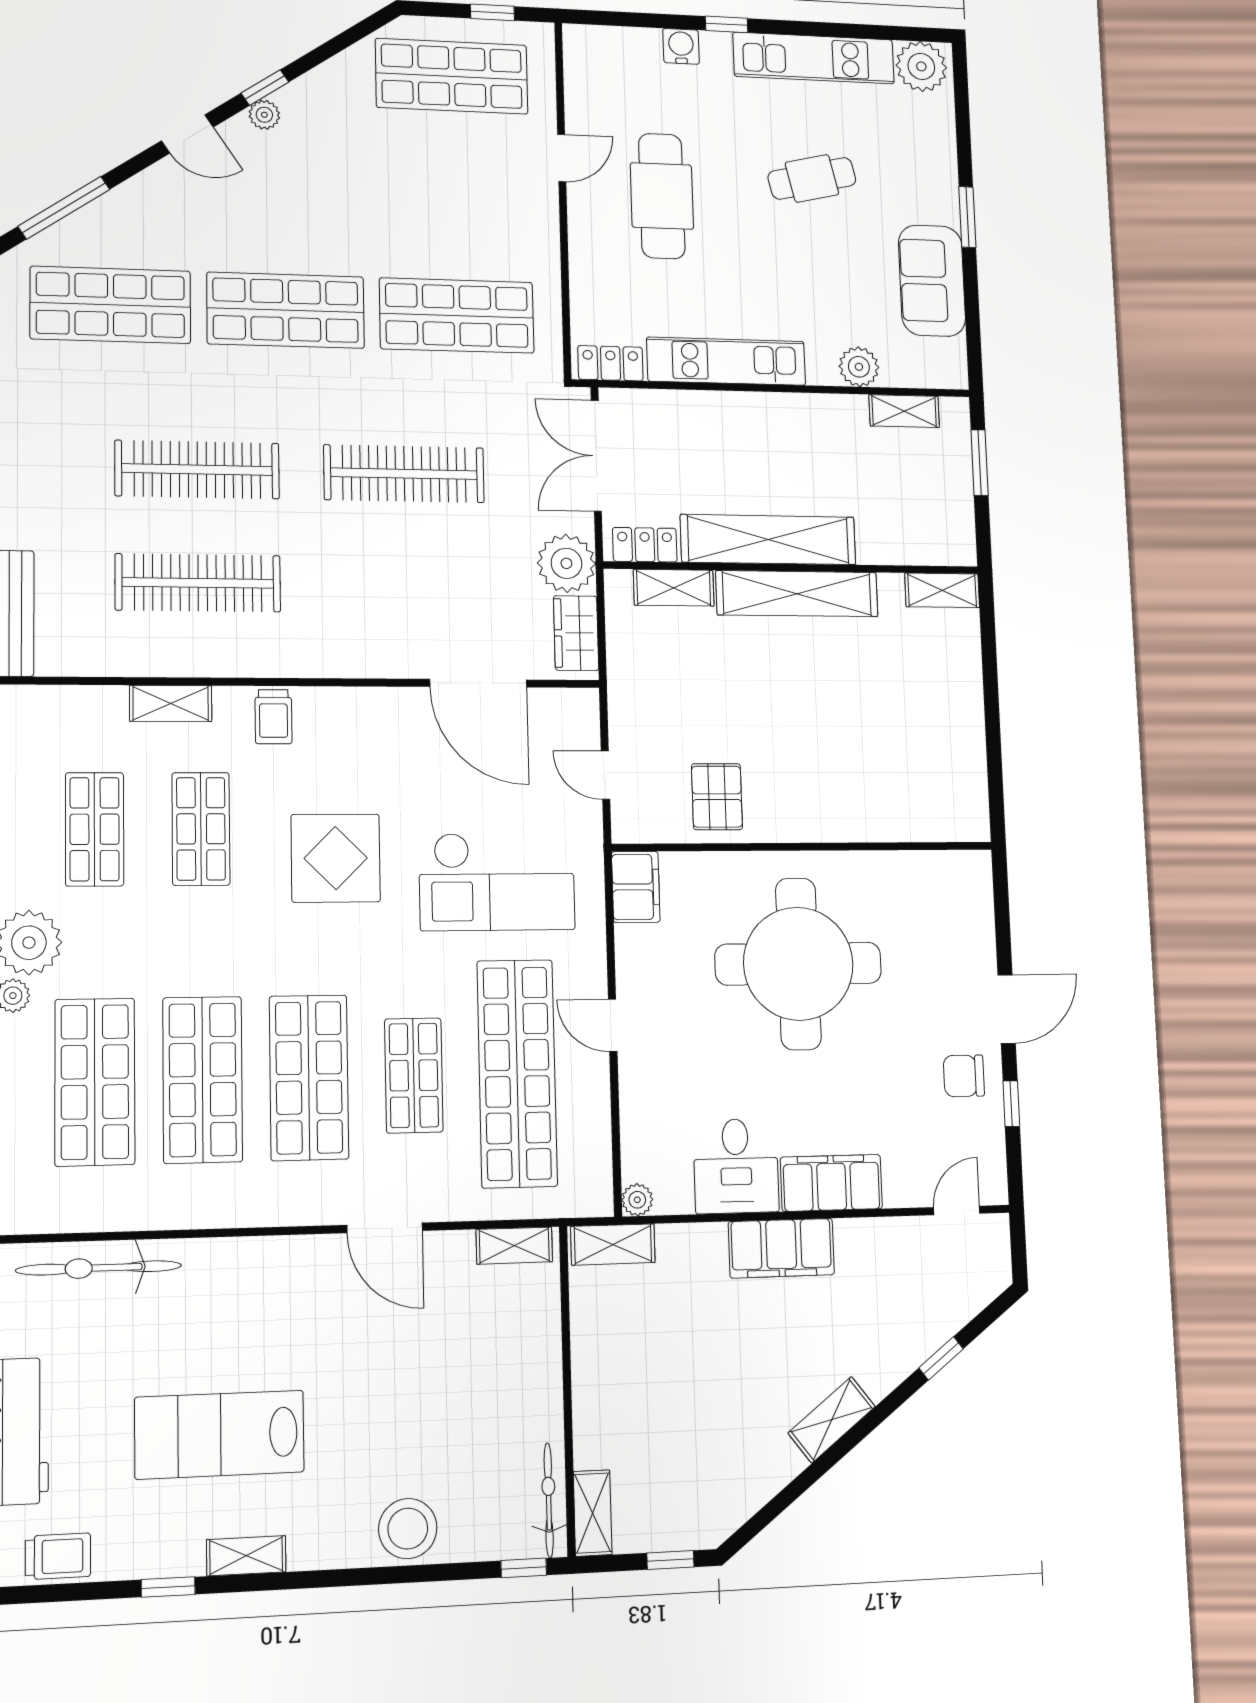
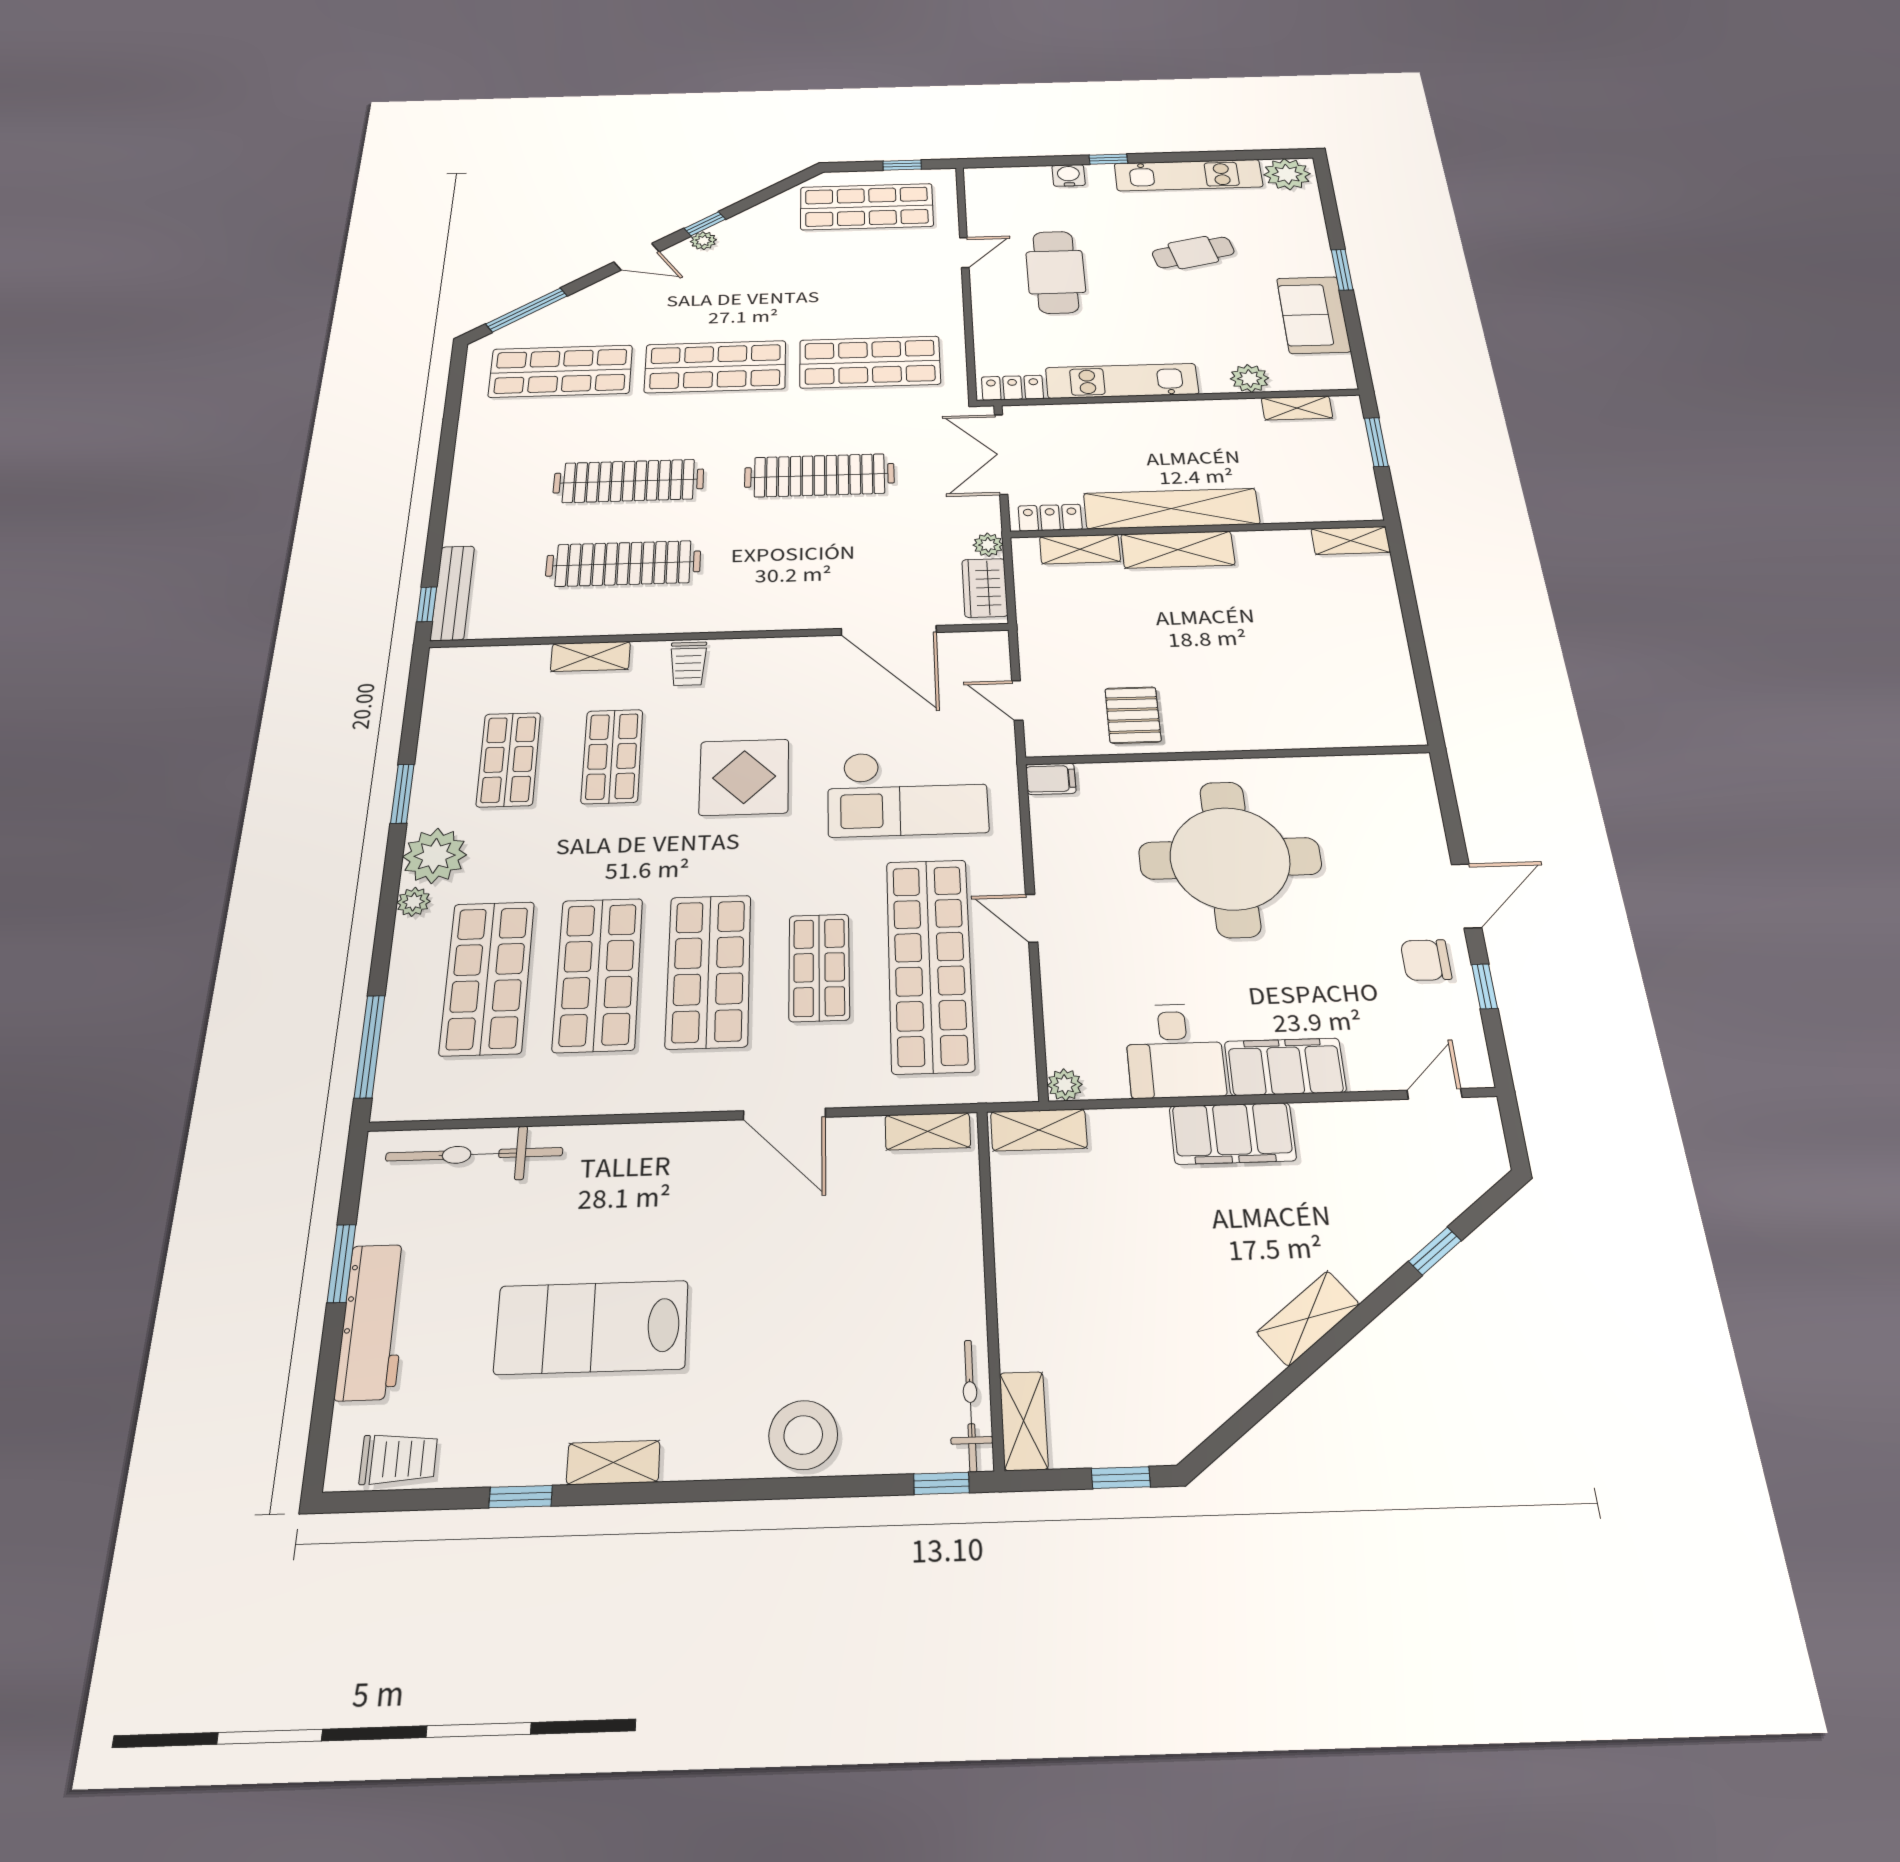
plant: (566, 563) -> (988, 545), width x0.53, depth x0.53
shelving: (797, 594) -> (1178, 550), width x0.68
filing cabinet: (636, 887) -> (1051, 779), width x0.50

